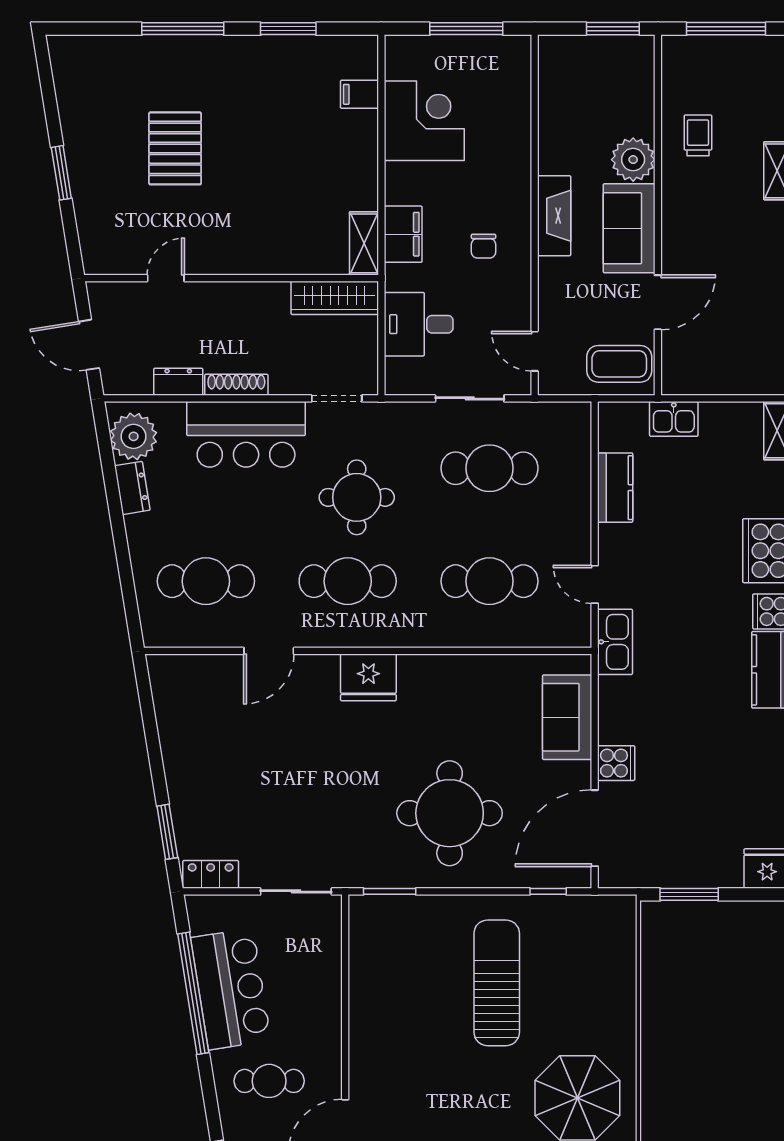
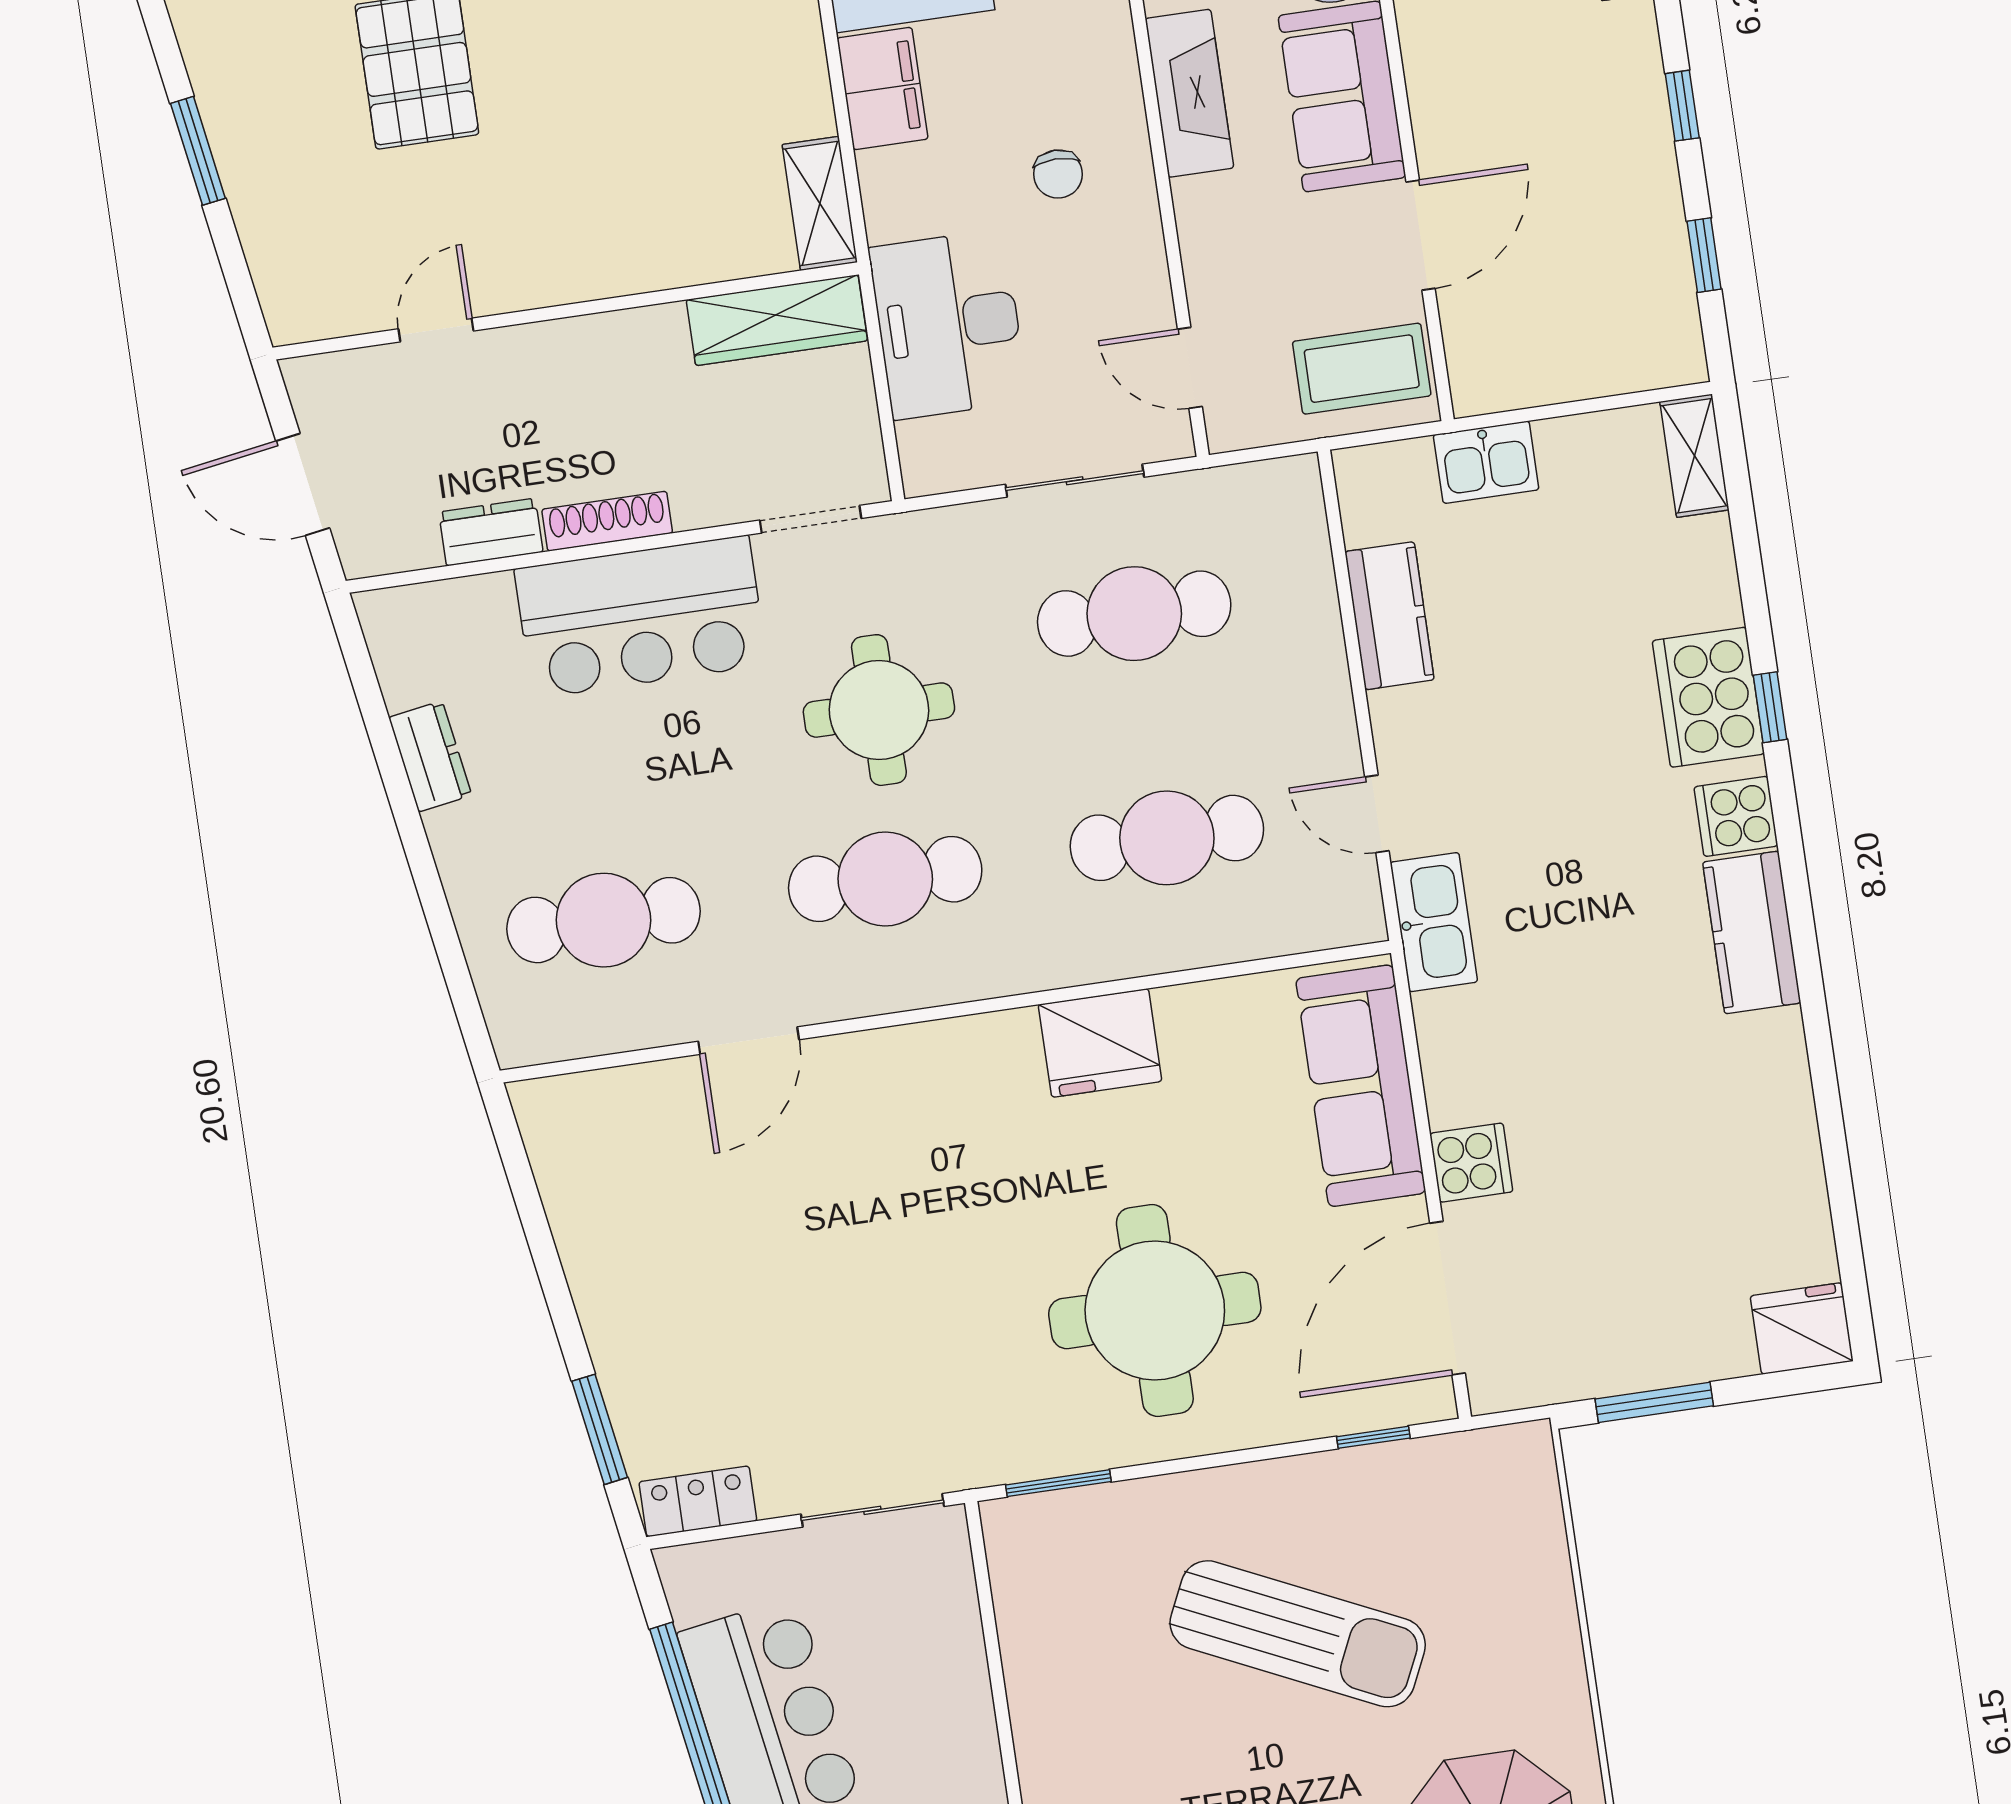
filing cabinet: (403, 234) -> (882, 89), moved
desk: (419, 324) -> (948, 324), width x1.37
plant: (134, 436) -> (418, 654), removed
fridge: (368, 677) -> (1100, 1043), moved
sofa: (567, 717) -> (1361, 1086), width x1.36
sun lounger: (497, 983) -> (1298, 1634), turned 115

